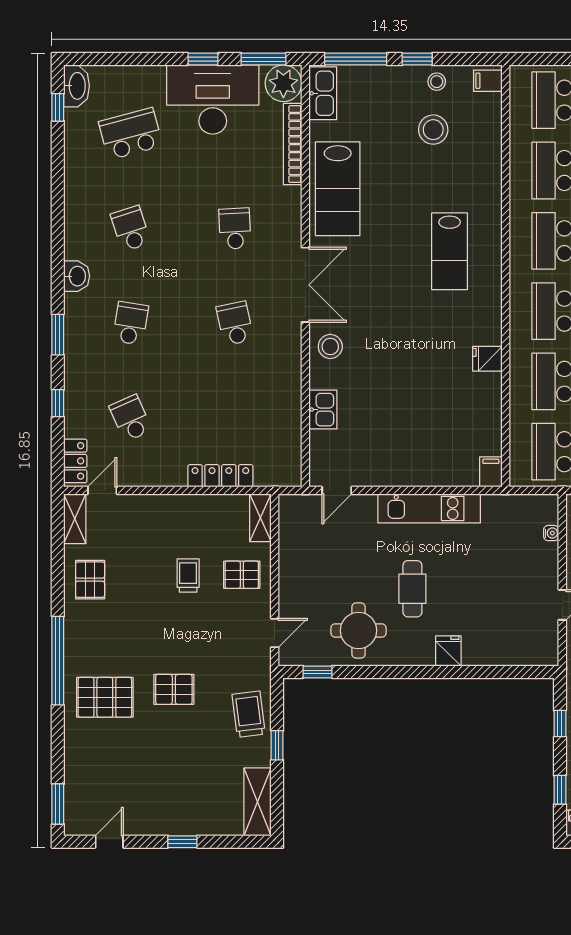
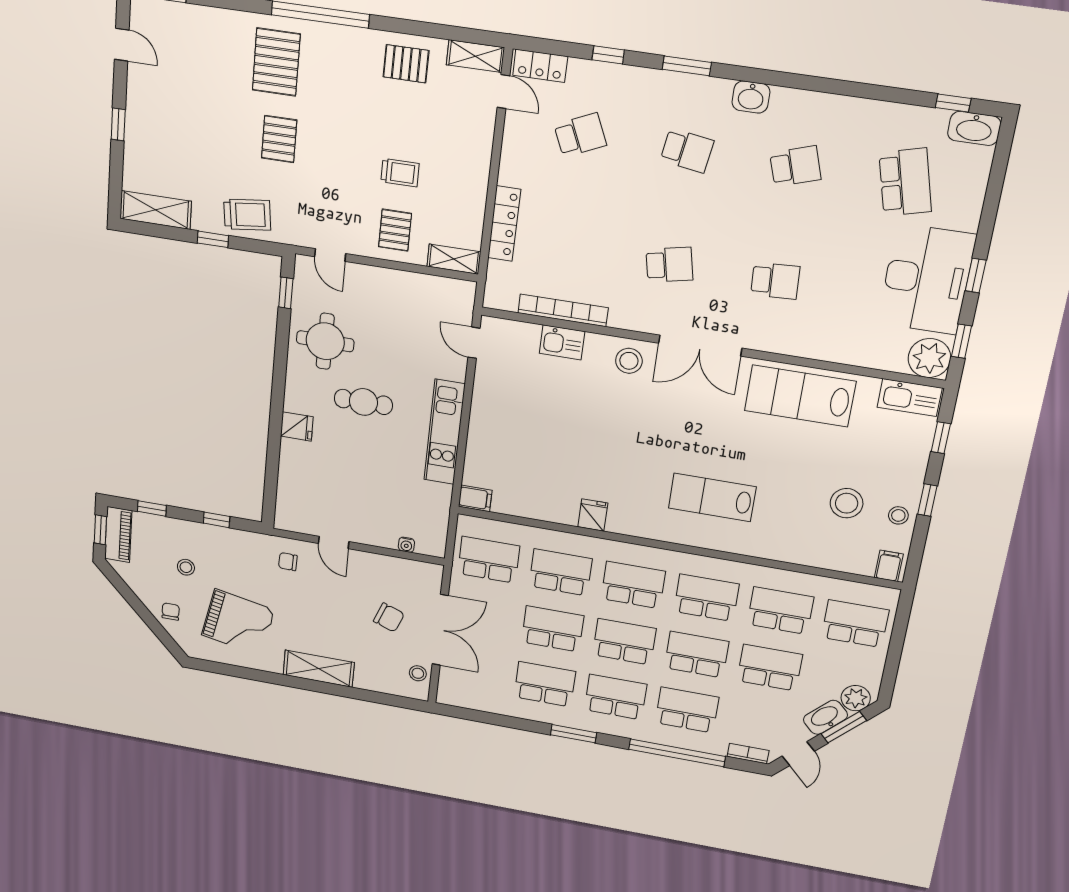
window: (264, 59) -> (962, 341), width x0.67
window: (356, 59) -> (941, 438), width x0.46
bookcase: (293, 144) -> (563, 310), moved

